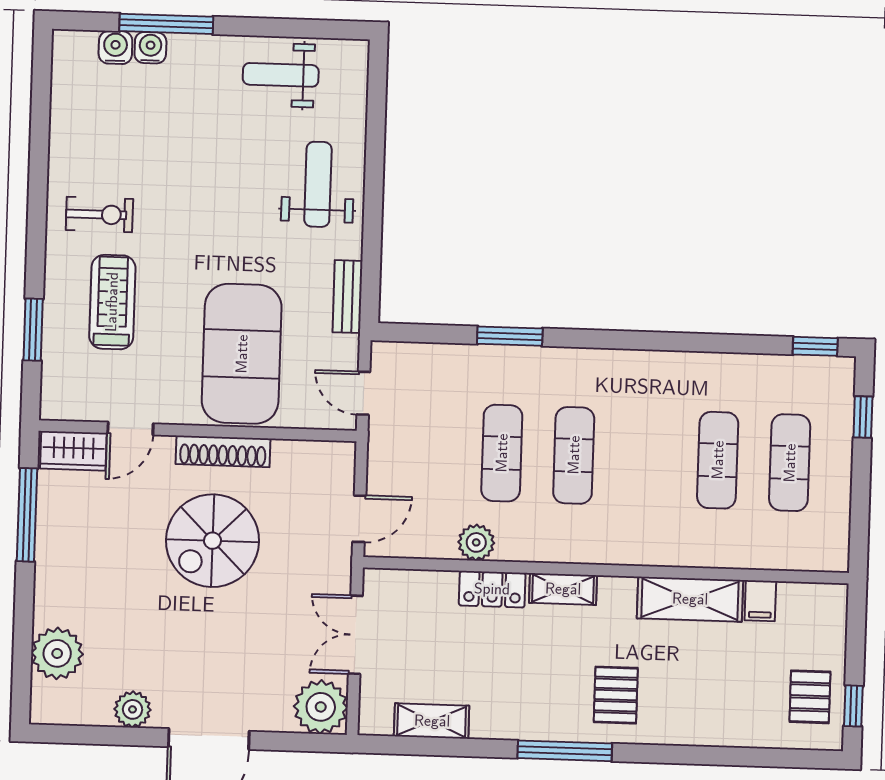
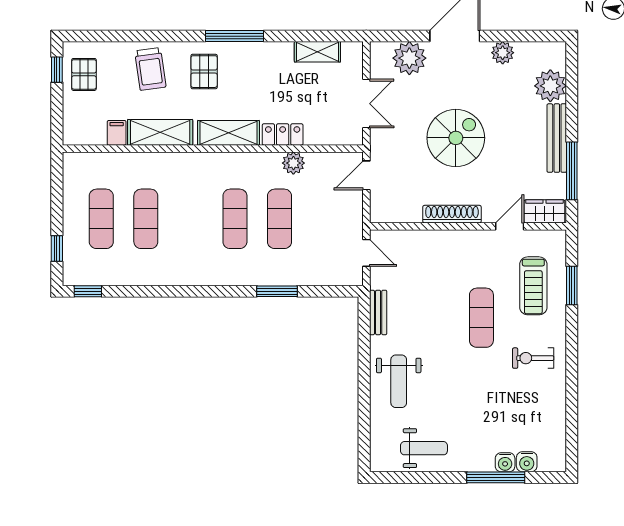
treadmill: (112, 302) -> (533, 286), moved
exercise mat: (242, 354) -> (481, 318), moved, width x0.50, depth x0.69
spiral stairs: (212, 541) -> (456, 138), moved
bench: (50, 569) -> (557, 138), added
shelving: (563, 589) -> (229, 133), width x1.50, depth x1.33
trolley: (702, 702) -> (150, 69), added
plant: (321, 707) -> (409, 58), moved

